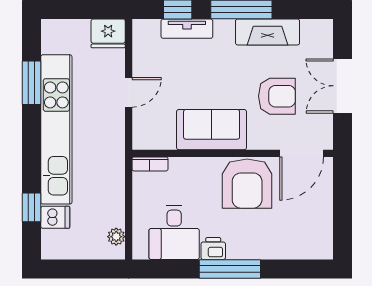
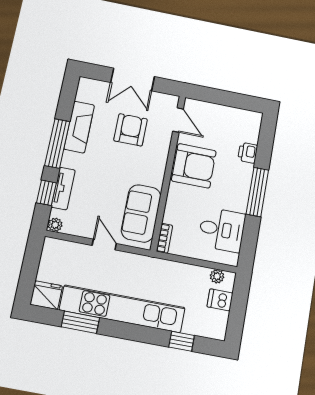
plant: (141, 28) -> (55, 225), added
fridge: (108, 33) -> (46, 295), moved, turned -90
sofa: (212, 130) -> (141, 213), moved
door: (302, 153) -> (178, 120), width x0.73
dishwasher: (55, 217) -> (220, 300), moved, turned -90
printer: (213, 249) -> (248, 153), moved

